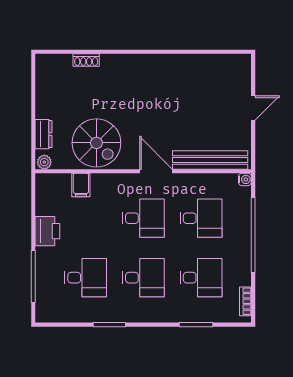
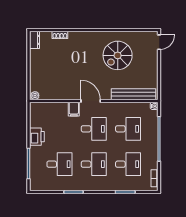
door: (253, 108) -> (159, 42), moved
dresser: (44, 134) -> (34, 40), moved
spiral stairs: (96, 143) -> (118, 55), moved, turned 90
door: (156, 171) -> (91, 101), moved
filing cabinet: (81, 185) -> (74, 109), moved

